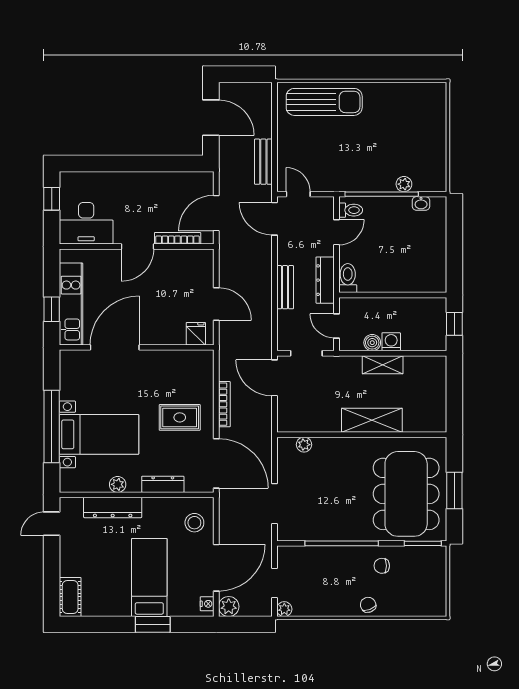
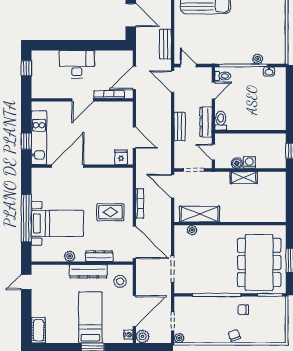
desk: (86, 223) -> (77, 64), moved, turned 180
shelving: (372, 420) -> (200, 214), moved
dresser: (113, 507) -> (88, 271), moved

